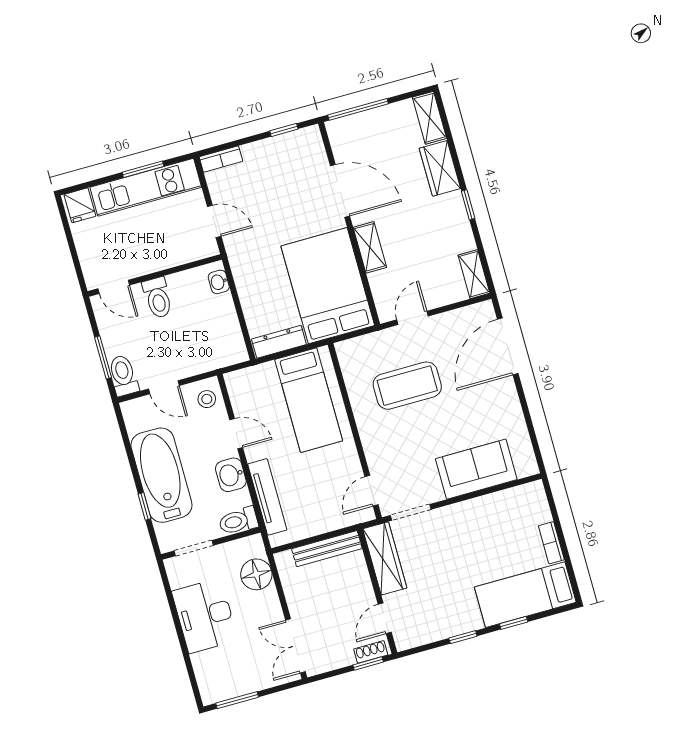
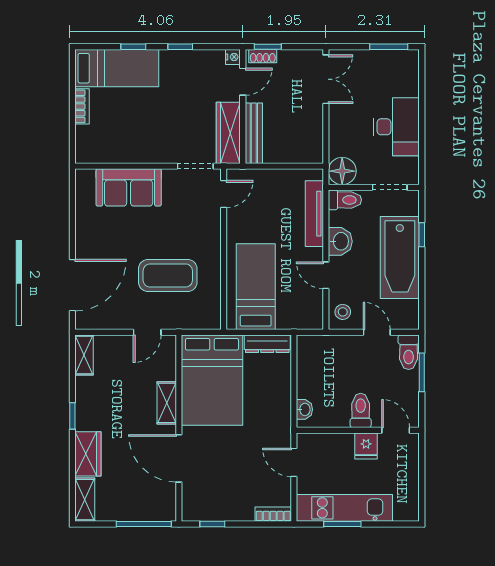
fridge: (80, 205) -> (366, 446), moved, turned 180
bench: (327, 549) -> (254, 133), moved, turned 90
floor lamp: (256, 574) -> (342, 171), moved
nightstand: (403, 642) -> (233, 57), added

